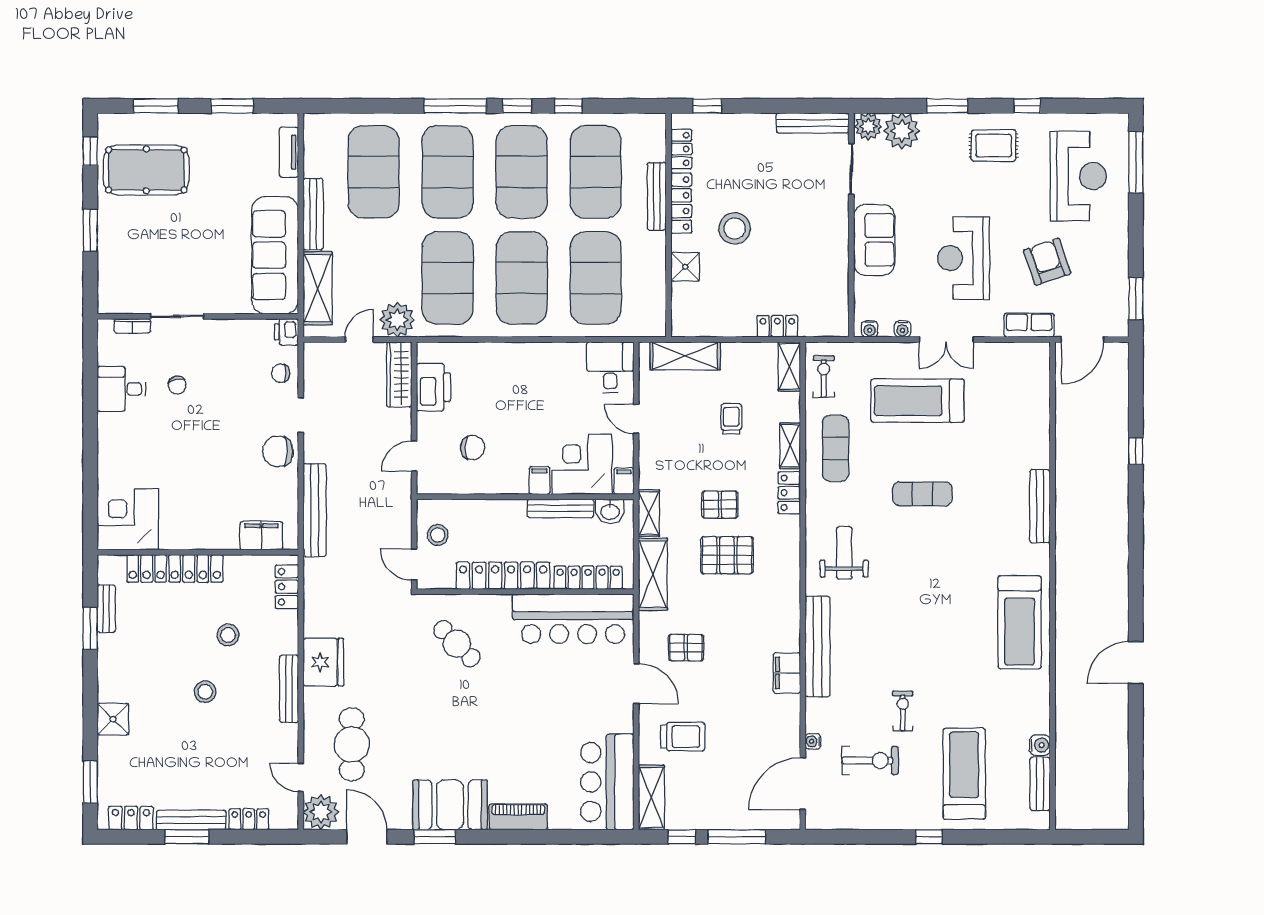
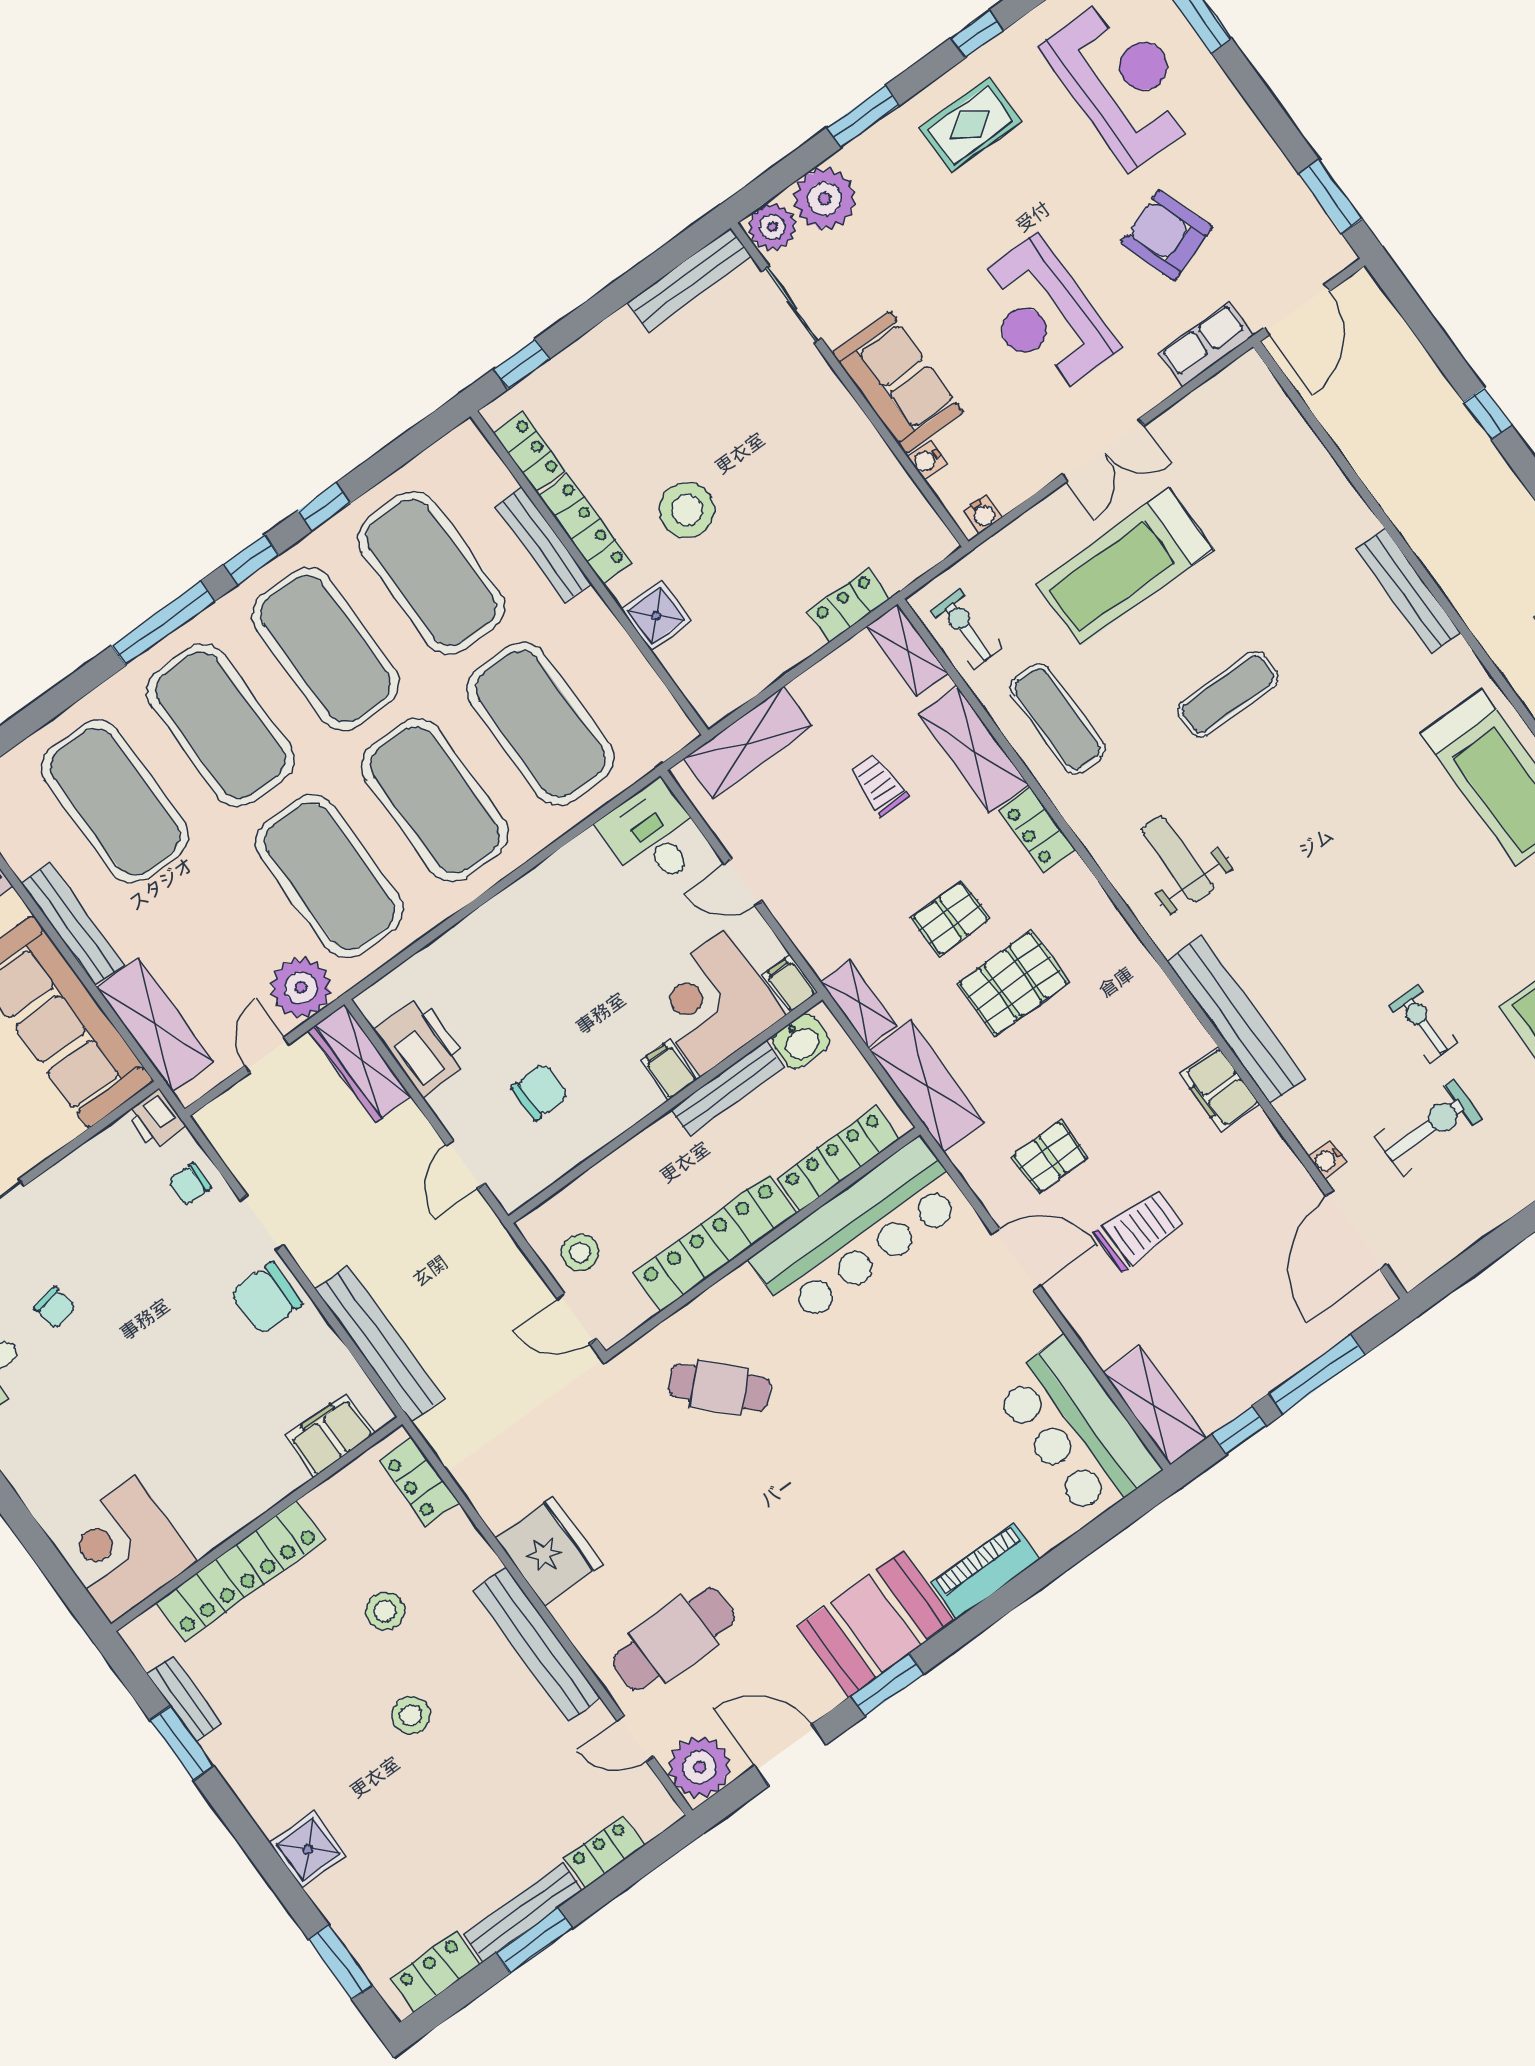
water cooler: (903, 329) -> (927, 460), moved, turned 90
shelving: (790, 446) -> (974, 750), width x1.50, depth x1.33
bench: (289, 689) -> (537, 1644), width x1.37, depth x1.21
trolley: (683, 737) -> (1139, 1230), moved
cafe table: (352, 744) -> (674, 1639), turned 90

